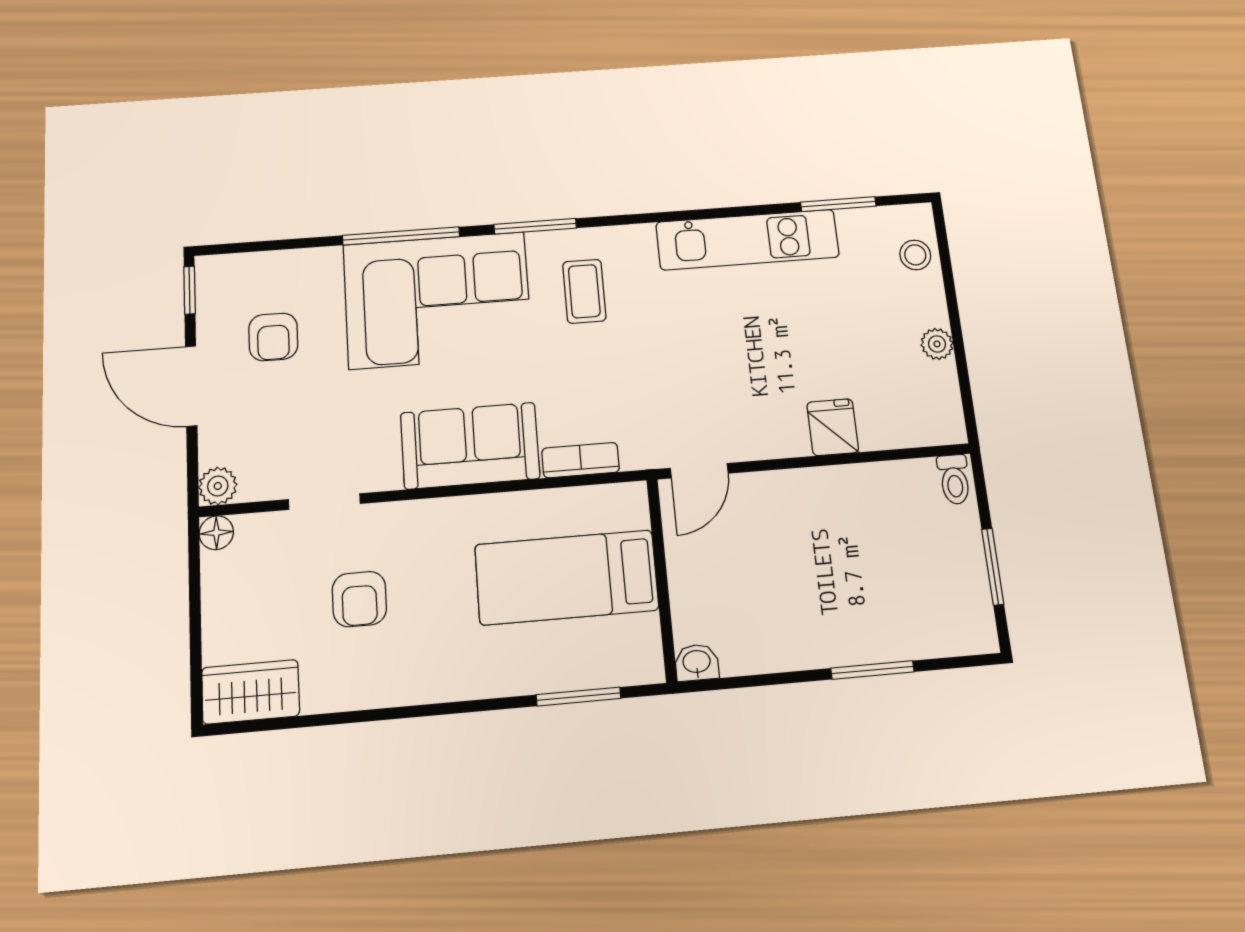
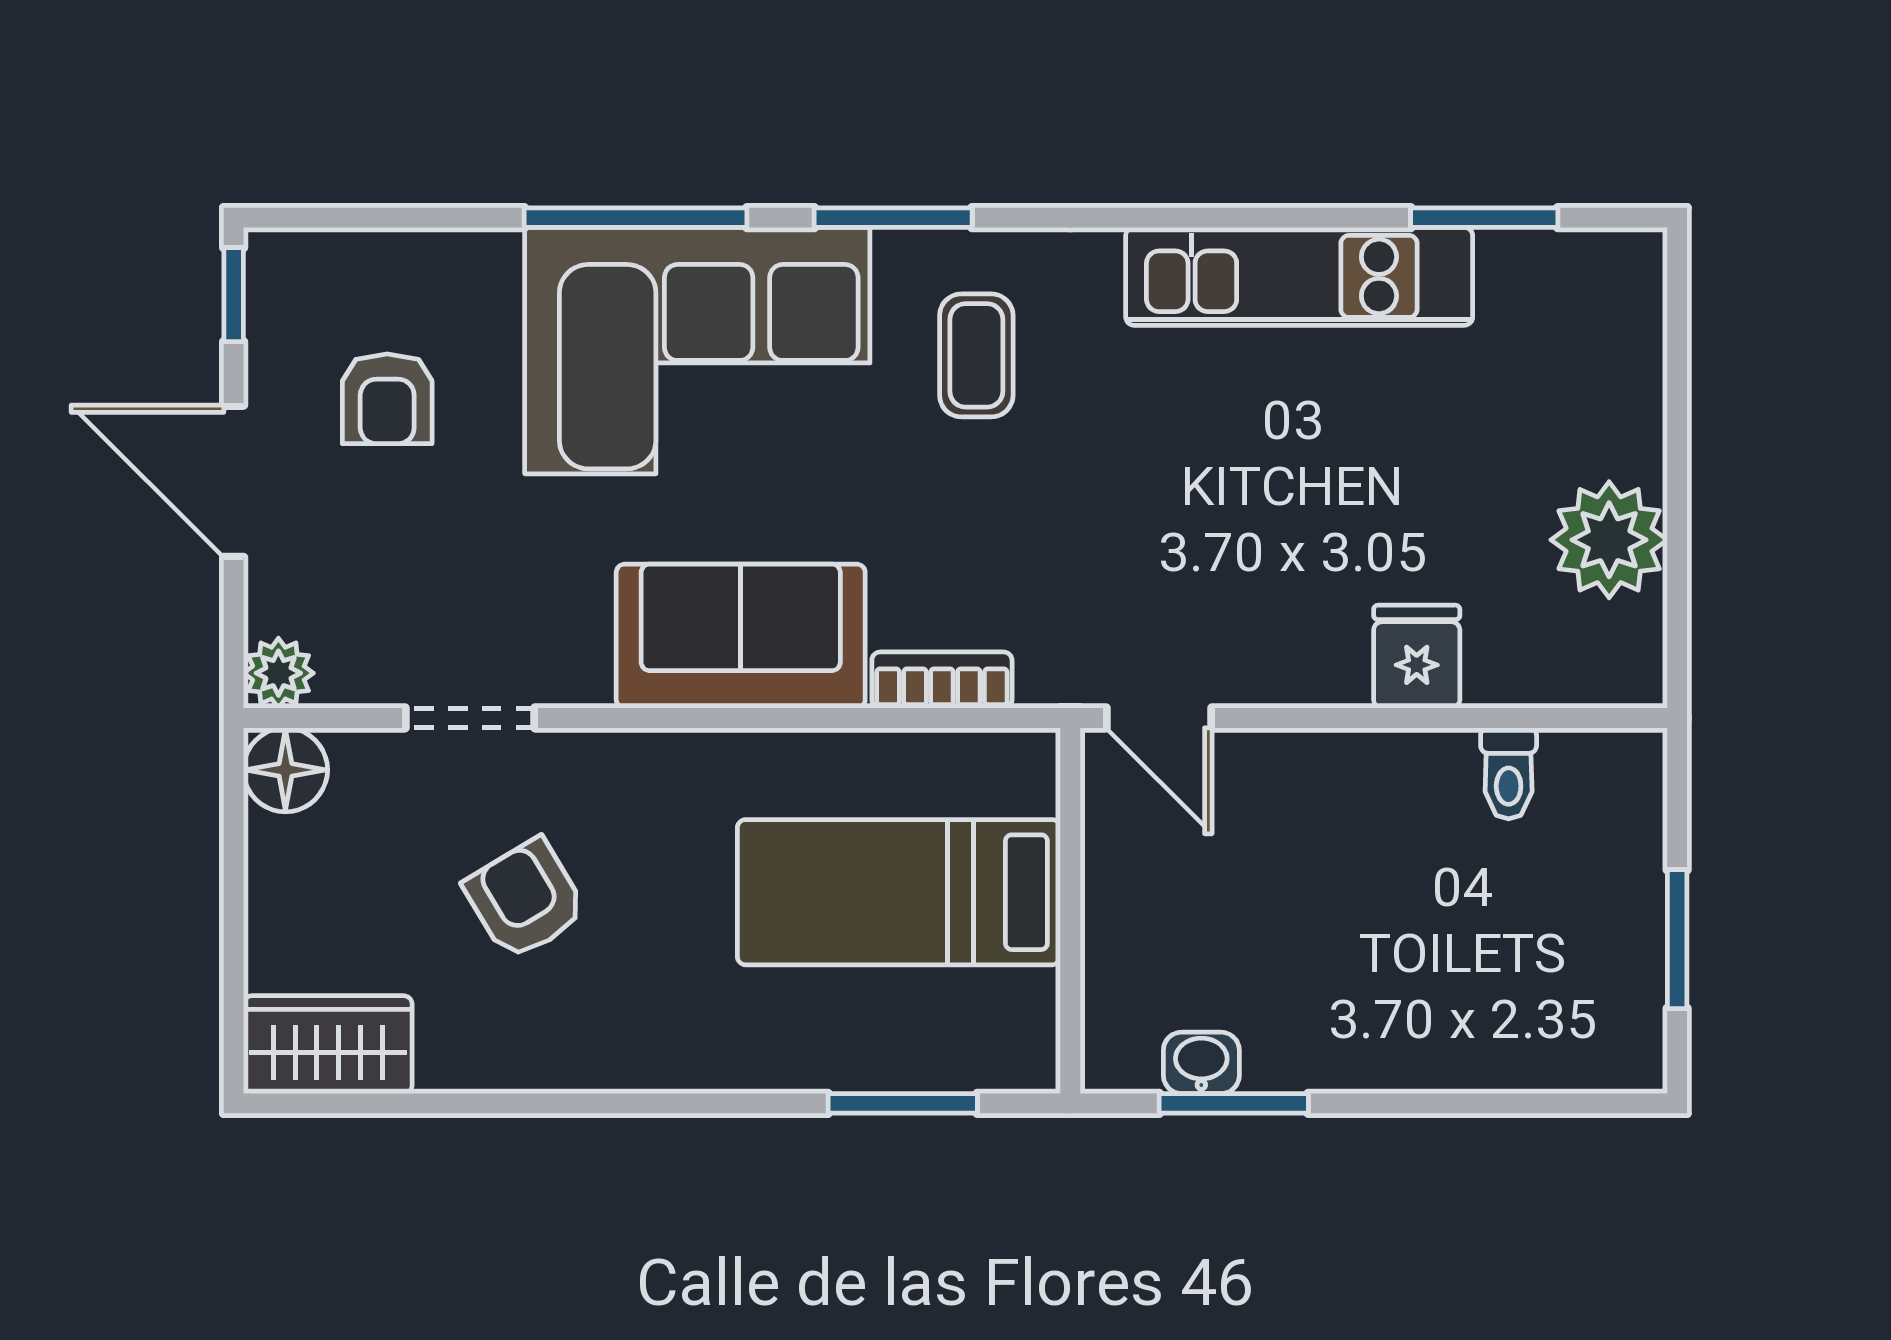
stool: (915, 255) -> (1620, 332), removed
plant: (937, 344) -> (1609, 540), width x1.87, depth x1.87
door: (699, 471) -> (1159, 718), hinge flipped
toilet: (954, 479) -> (1509, 773), moved
floor lamp: (216, 533) -> (285, 770), width x1.37, depth x1.37
armchair: (359, 599) -> (525, 899), turned 149
washbasin: (697, 662) -> (1201, 1063), moved
window: (872, 670) -> (1234, 1103), moved

